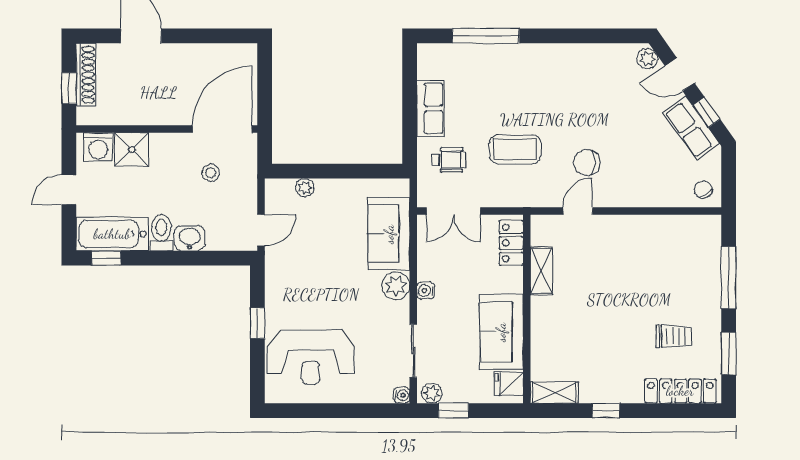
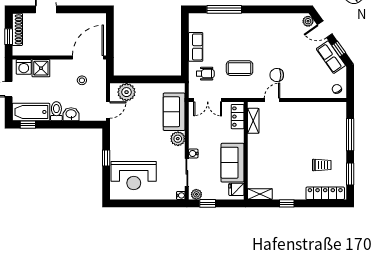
plant: (305, 188) -> (127, 92), width x1.88, depth x1.88
shelving: (541, 271) -> (253, 121), moved
water cooler: (426, 291) -> (193, 154), moved

